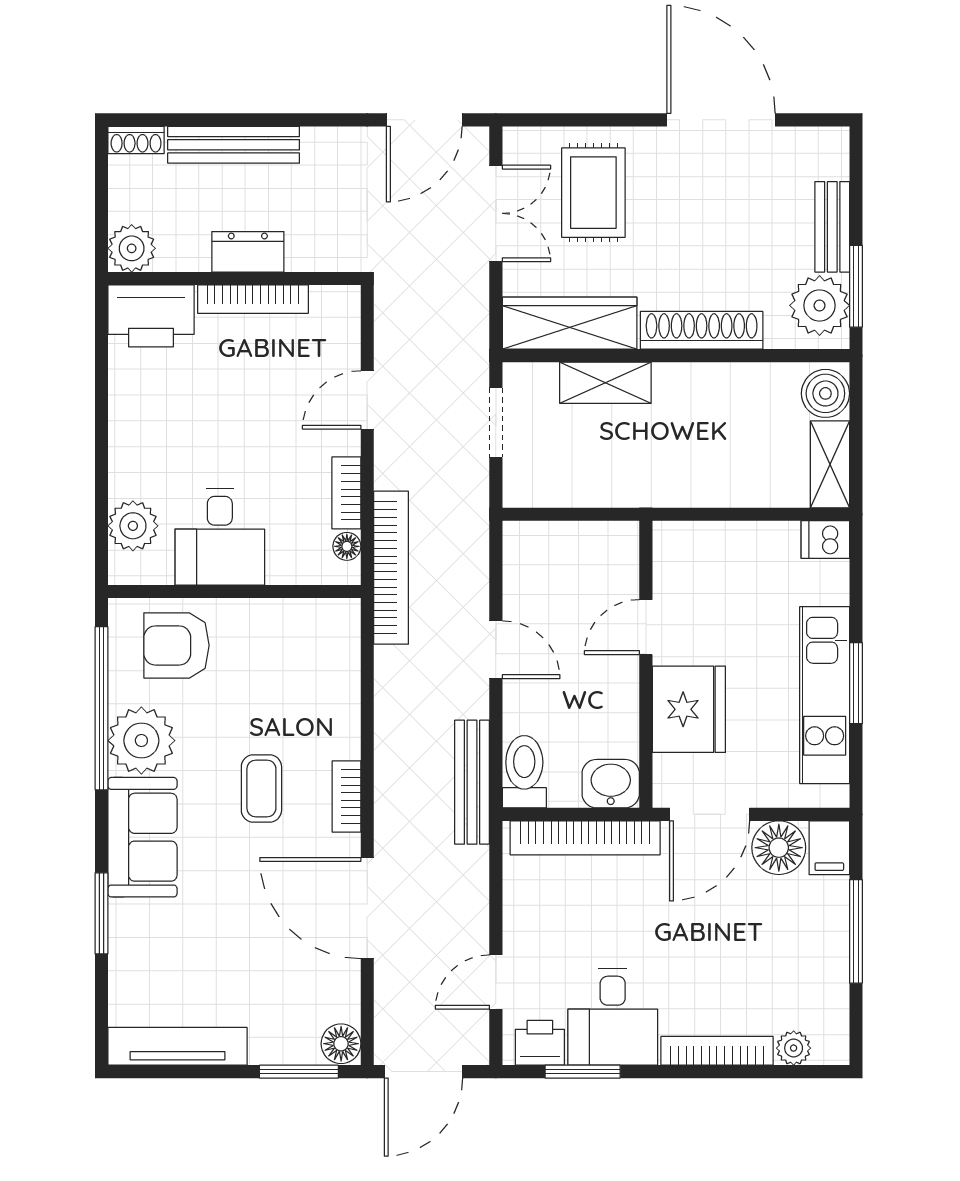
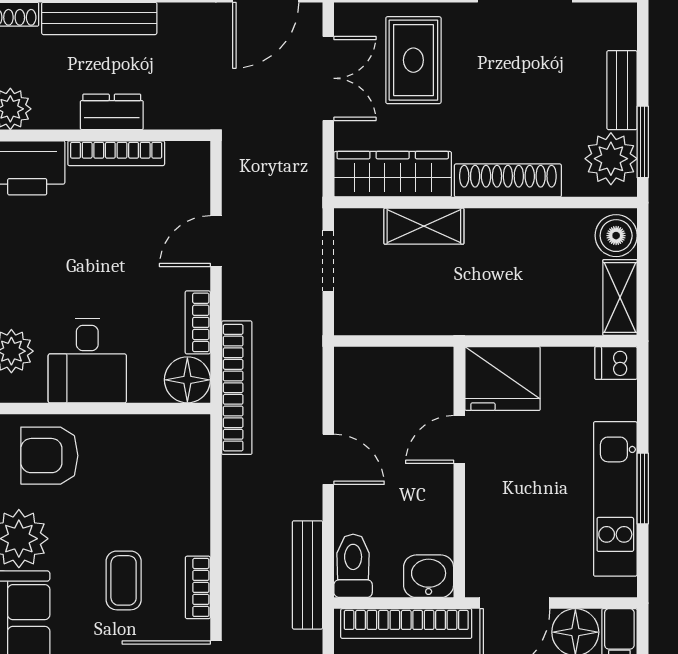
floor lamp: (347, 546) -> (187, 380), width x1.89, depth x1.89
fridge: (689, 709) -> (503, 379), moved, turned 90

